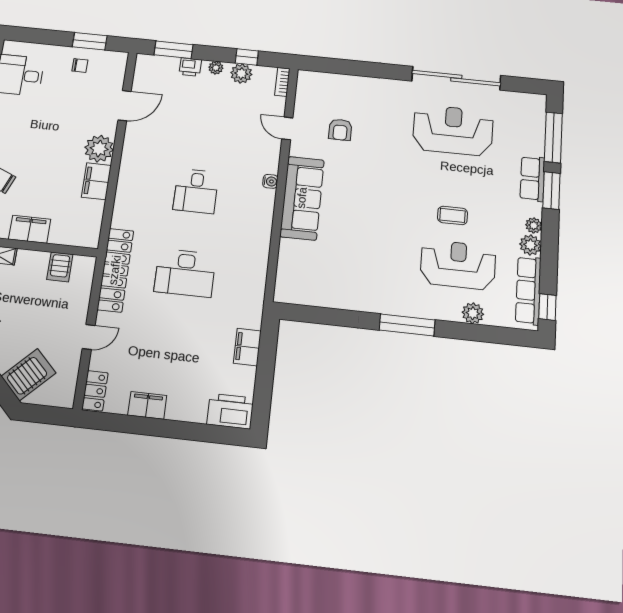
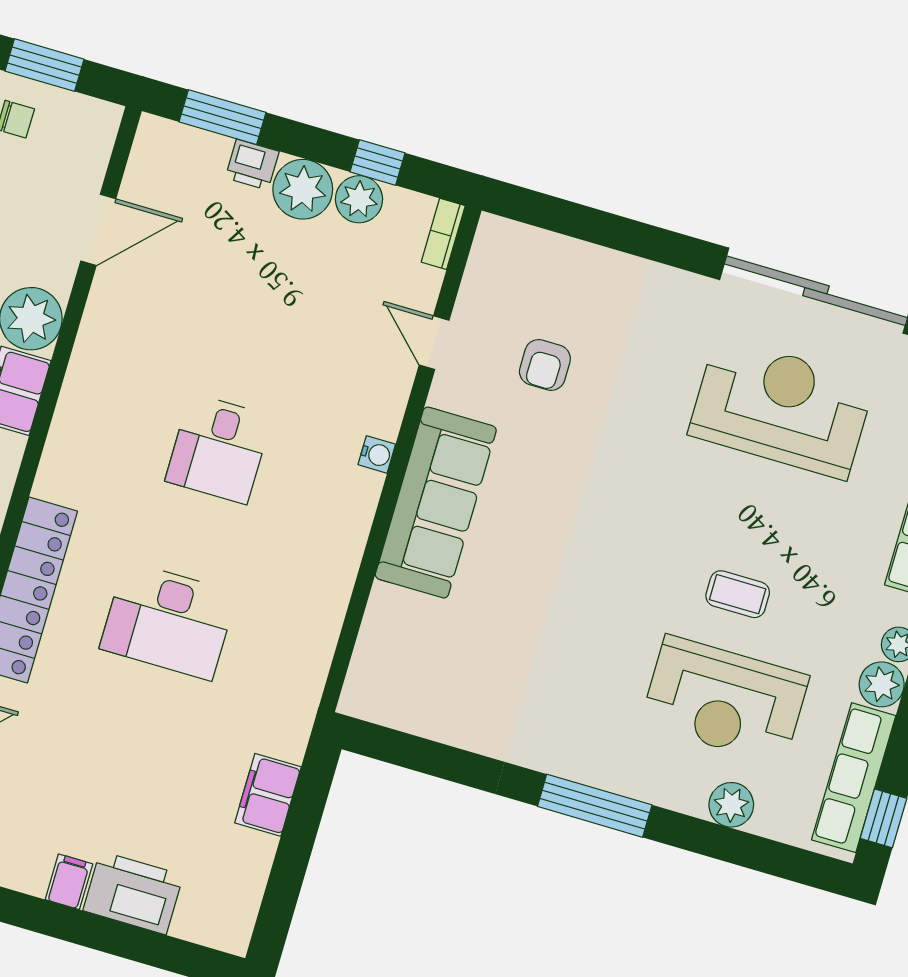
plant: (216, 68) -> (303, 189), width x1.87, depth x1.87
reception desk: (458, 265) -> (725, 700), turned 180
filing cabinet: (147, 405) -> (69, 882), width x0.50
printer: (230, 411) -> (133, 893), moved

